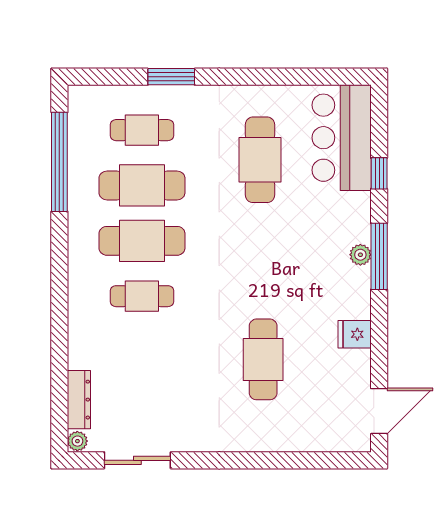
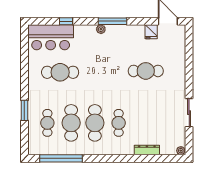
window: (379, 256) -> (112, 21), moved
fridge: (355, 334) -> (151, 32), moved
dresser: (79, 400) -> (147, 150), moved
sliding door: (137, 460) -> (189, 113), moved

